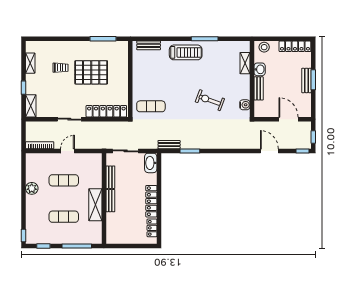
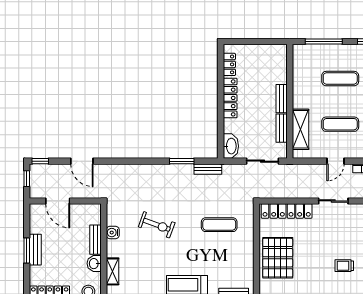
pallet: (91, 72) -> (278, 258), moved, turned 90
water cooler: (245, 105) -> (113, 233), moved
exercise mat: (151, 106) -> (219, 225), moved
shelving: (95, 205) -> (300, 129), moved

